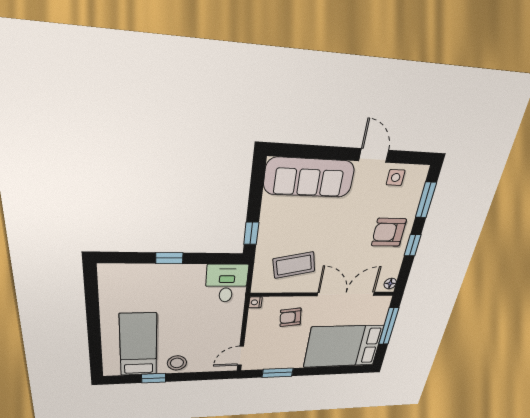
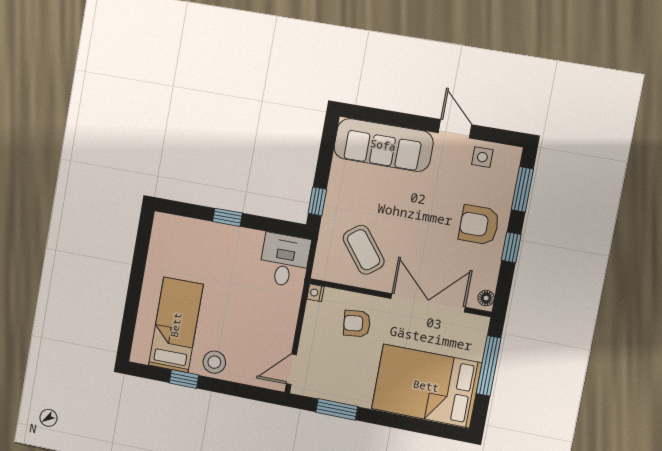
coffee table: (294, 265) -> (364, 250), turned 64

